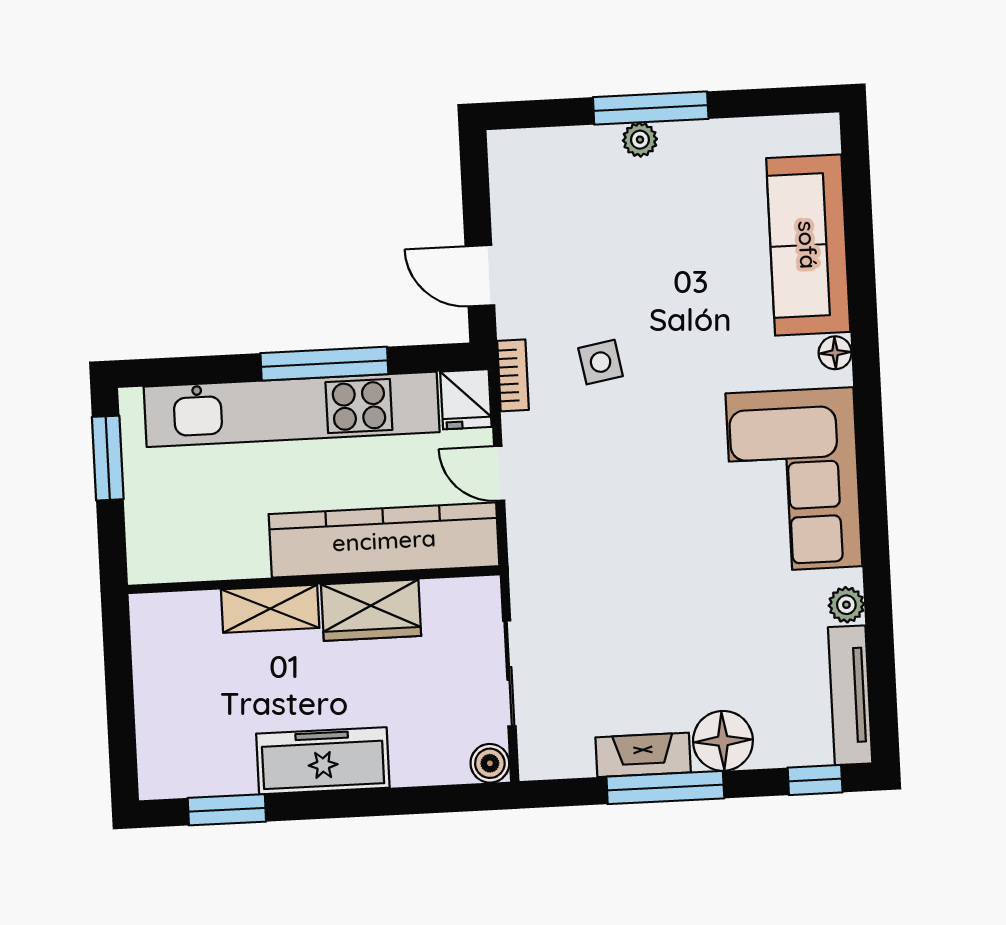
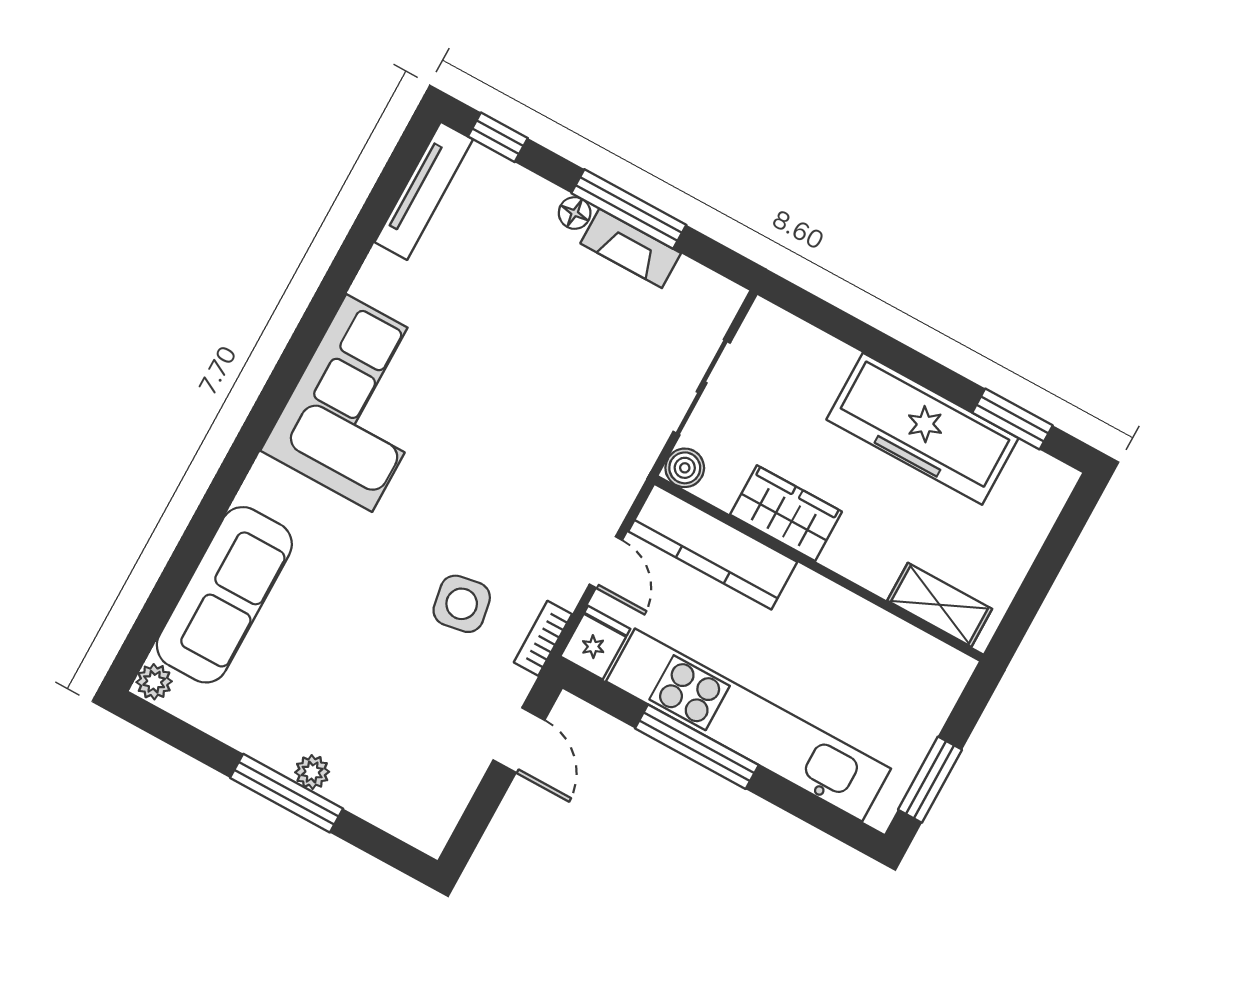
floor lamp: (835, 353) -> (258, 489), removed
side table: (601, 362) -> (462, 604), width x1.37, depth x1.37
kitchen counter: (384, 540) -> (713, 547), width x0.72, depth x0.86
plant: (846, 605) -> (154, 682), moved
shelving: (270, 609) -> (940, 605), moved
floor lamp: (723, 741) -> (575, 213), width x0.53, depth x0.53
freezer: (323, 761) -> (922, 429), width x1.36, depth x1.26
boiler: (490, 763) -> (685, 468), moved

